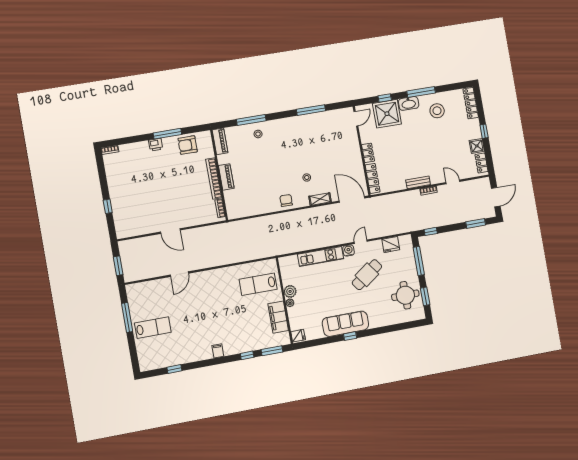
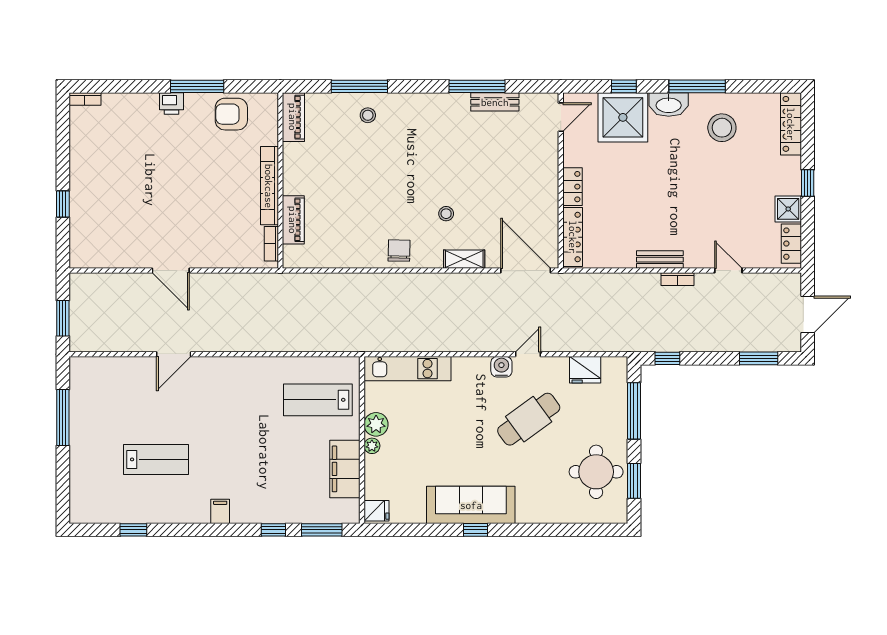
bench: (321, 116) -> (495, 102), added
piano: (226, 177) -> (293, 220), moved
kitchen unit: (321, 256) -> (408, 369), moved
lab bench: (153, 328) -> (156, 459), moved

